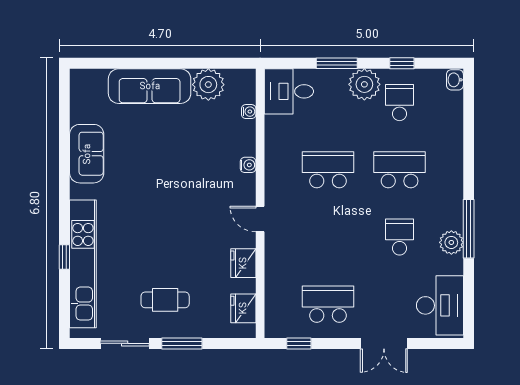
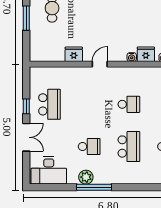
school desk: (328, 170) -> (129, 104), width x0.54
fridge: (243, 308) -> (146, 54), moved
window: (299, 343) -> (26, 106), moved
double door: (384, 343) -> (26, 137), swing flipped

